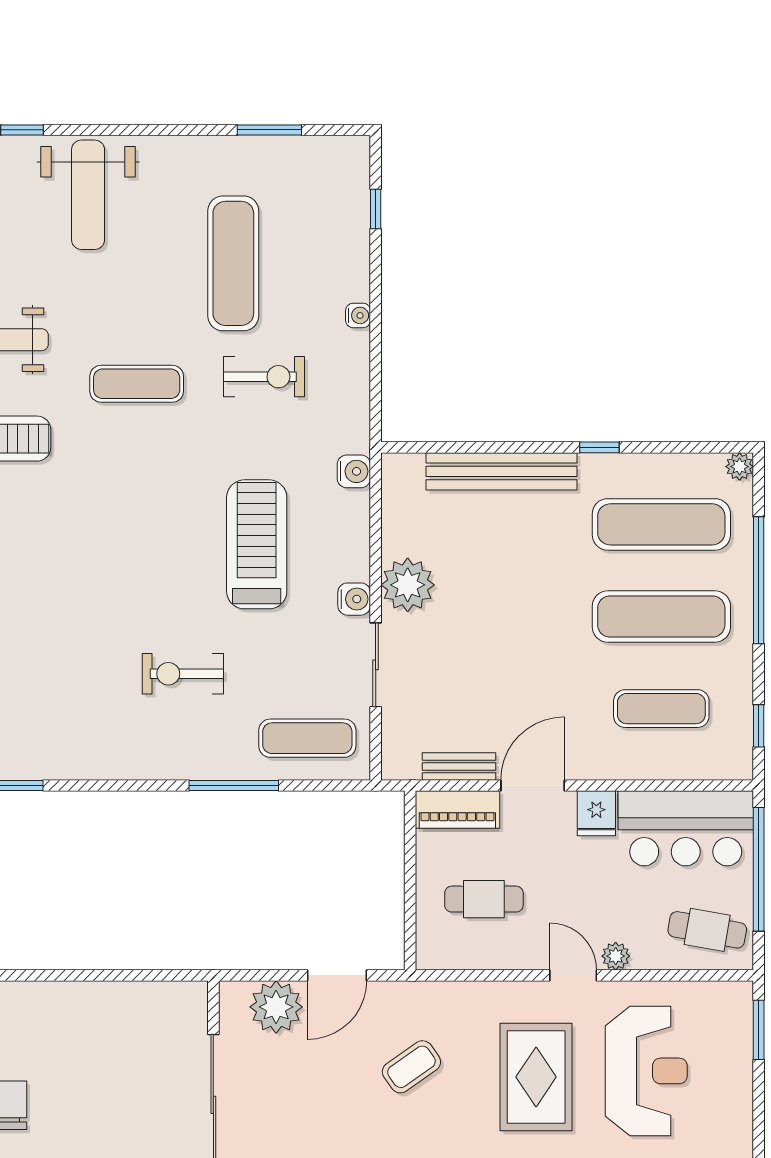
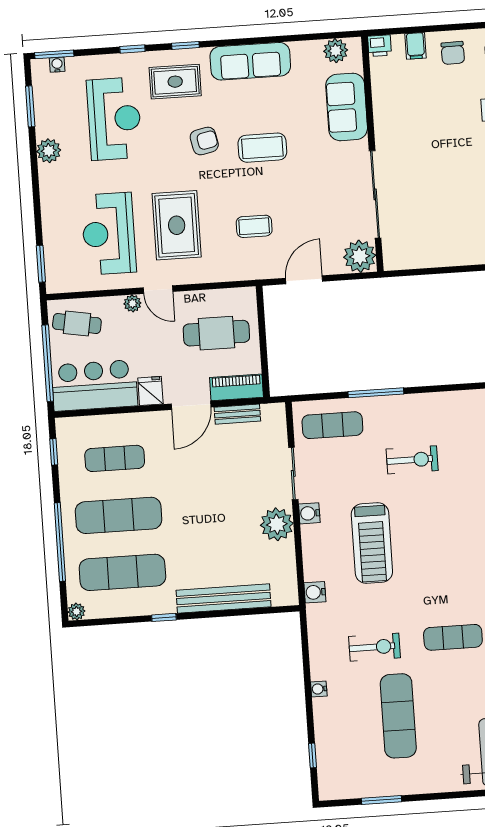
exercise bike: (264, 377) -> (375, 647), turned 180
cafe table: (484, 899) -> (216, 333), width x1.37, depth x1.35
plant: (276, 1007) -> (360, 256), moved
coffee table: (411, 1067) -> (254, 226), turned 35

